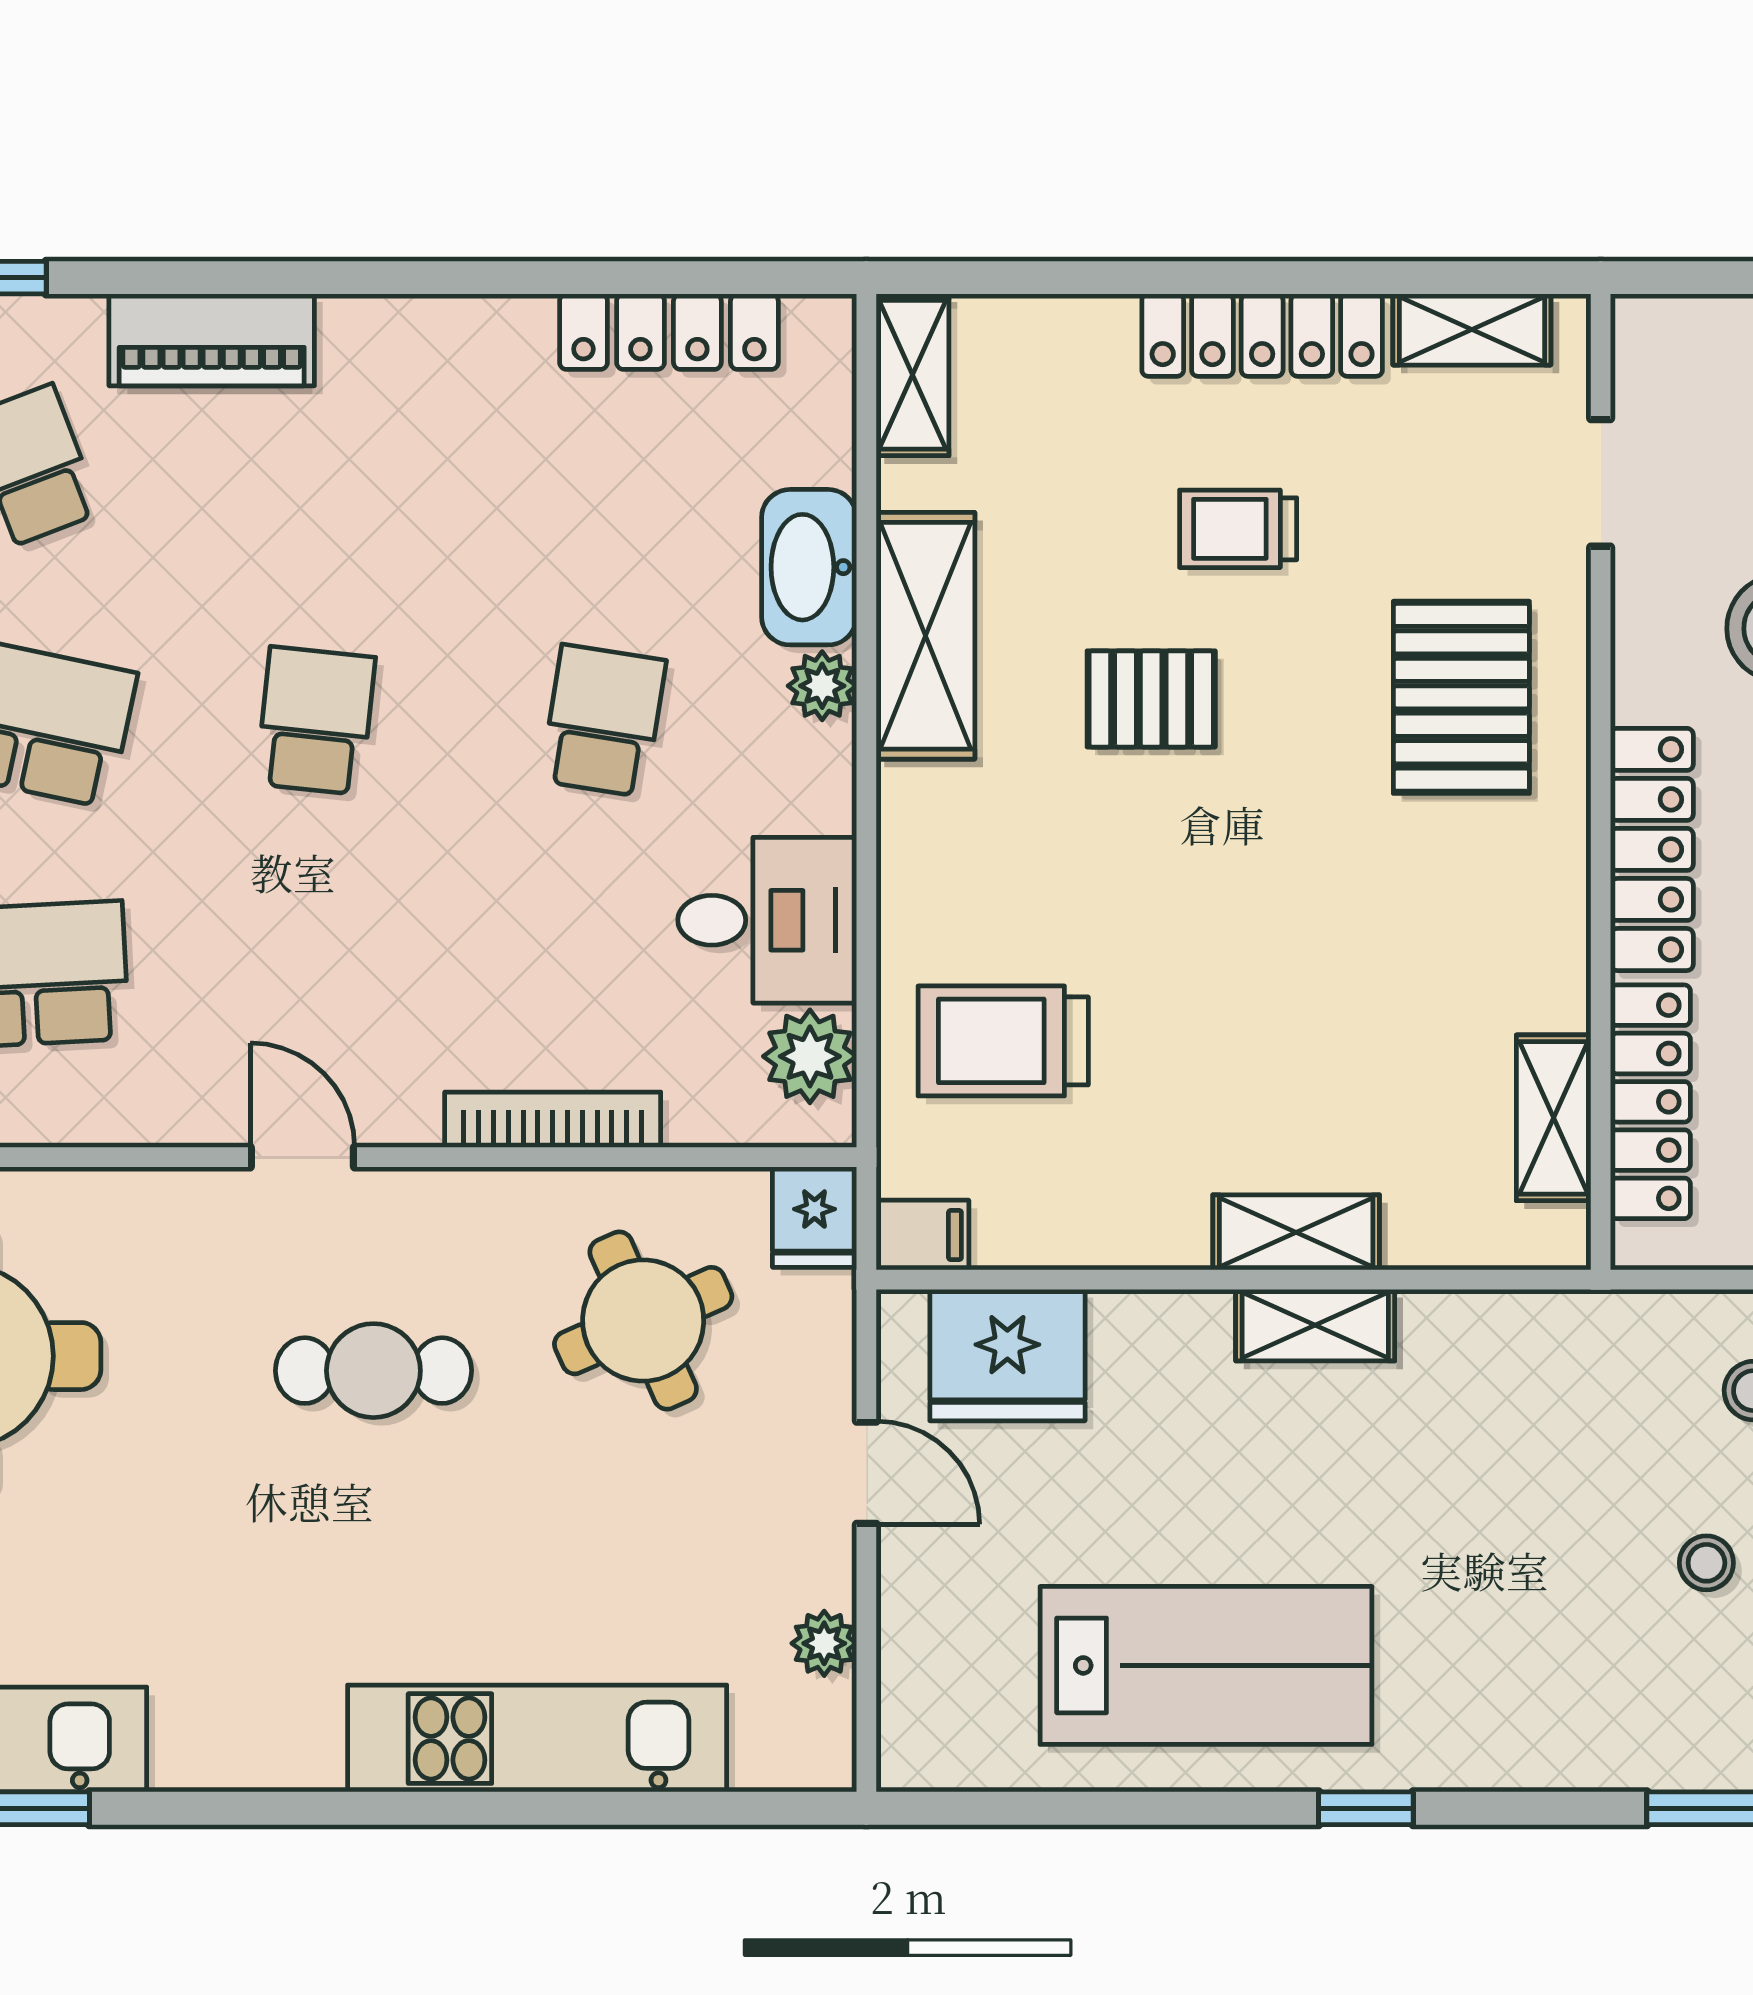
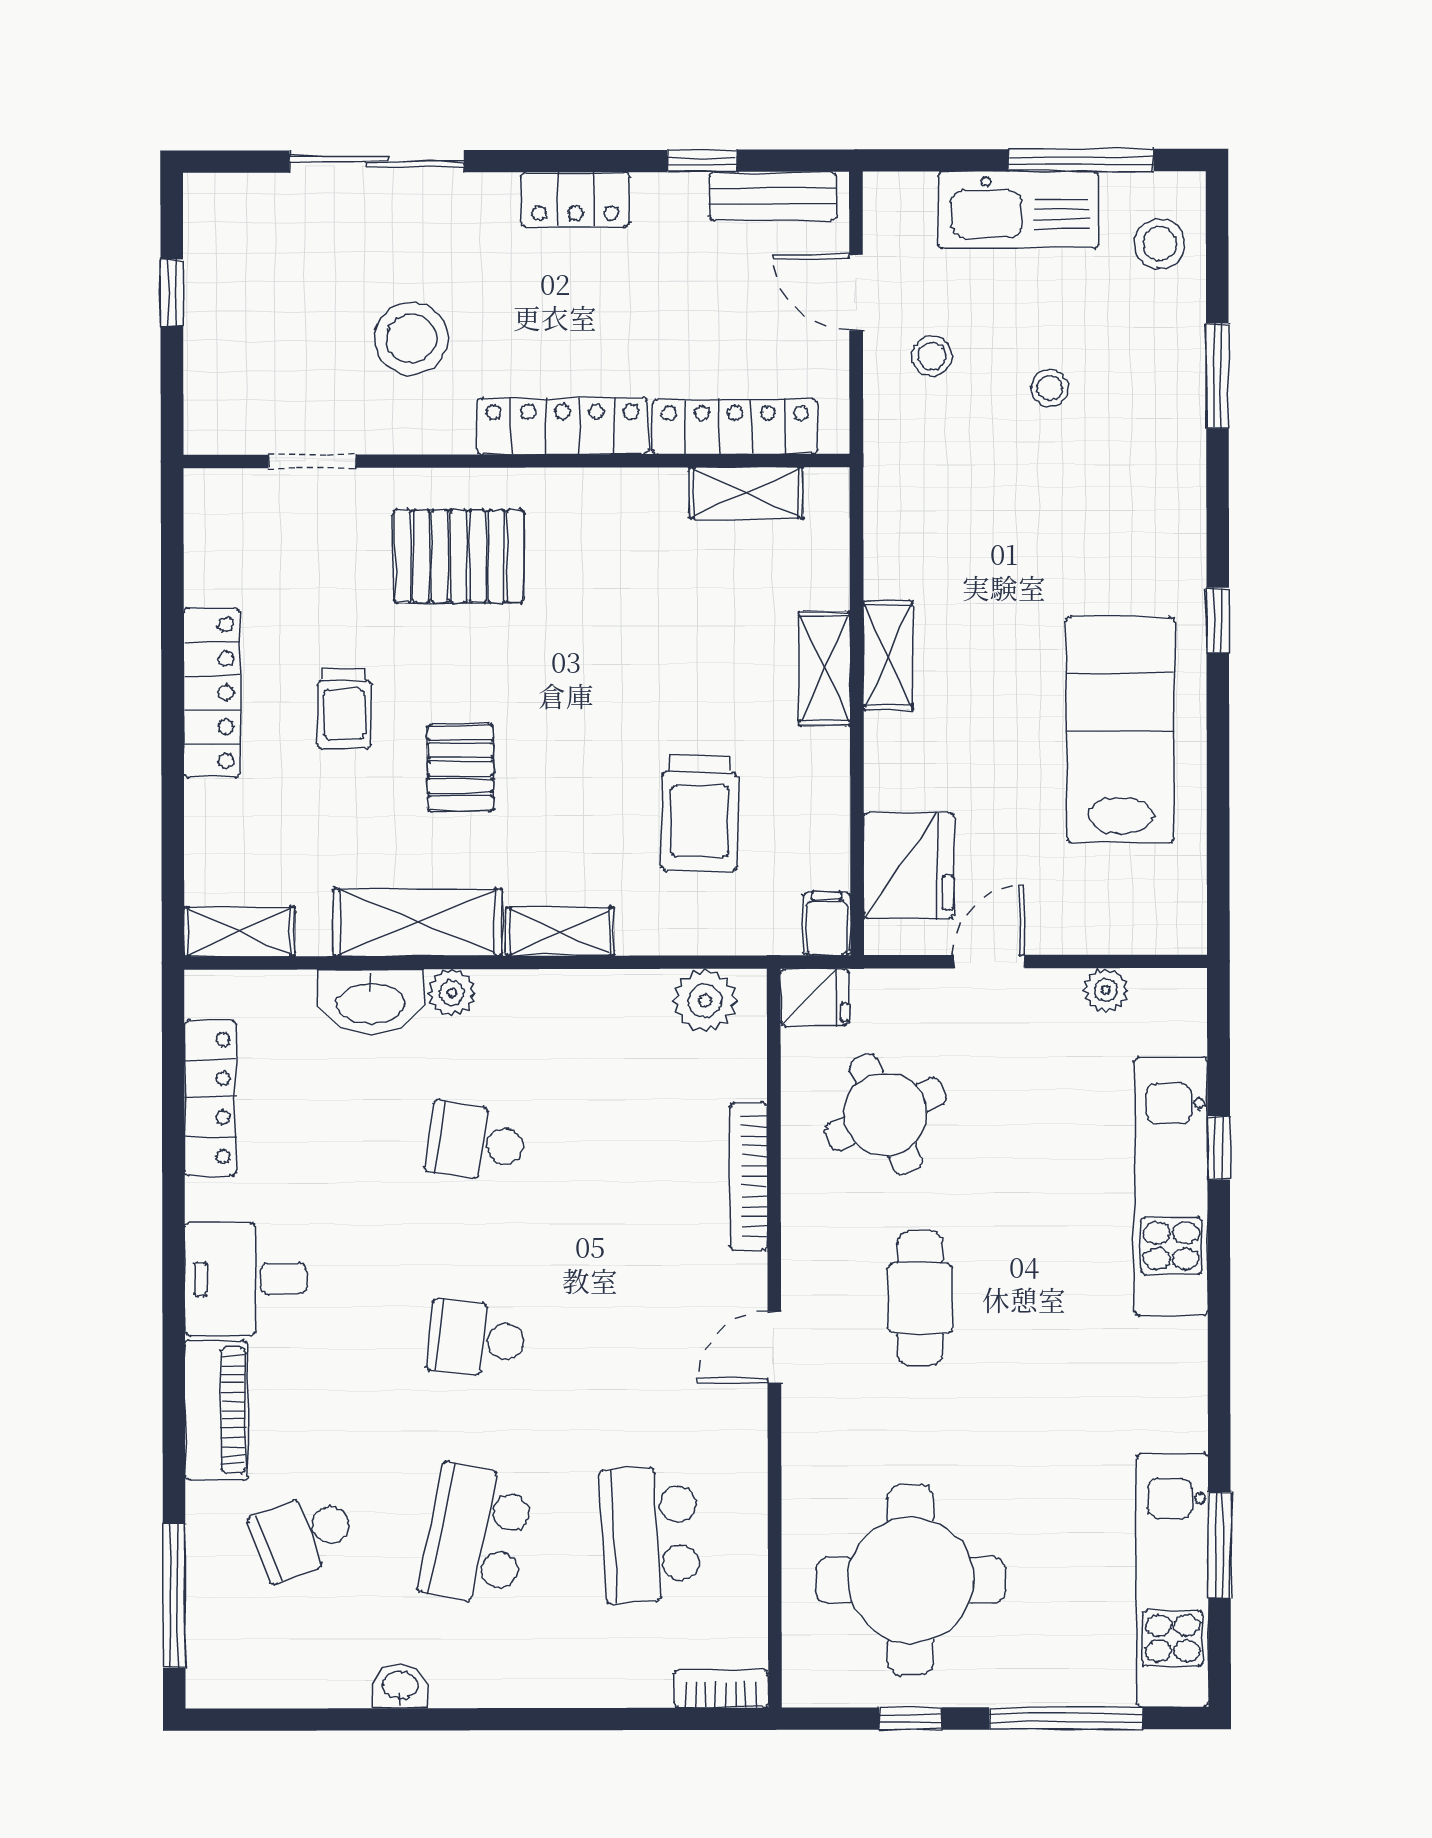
shelving: (1472, 330) -> (560, 931), moved, turned 90
desk: (767, 920) -> (246, 1279), moved, turned -90
trolley: (1003, 1041) -> (700, 813), moved
window: (593, 1808) -> (1219, 1148), added

